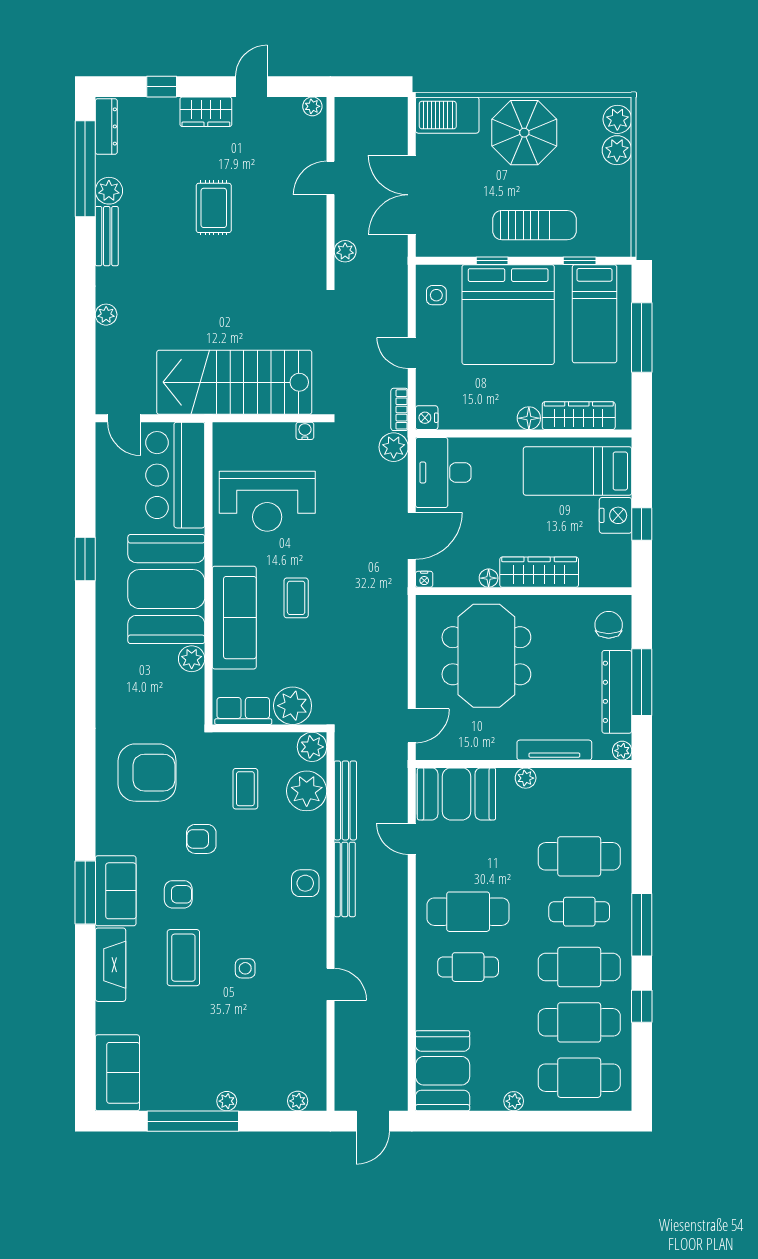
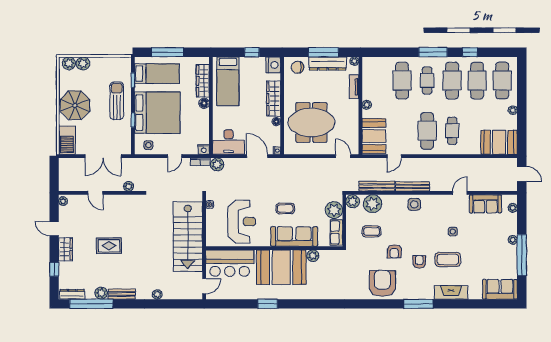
nightstand: (616, 515) -> (273, 65), moved, turned 90
tv unit: (554, 750) -> (354, 87), width x0.71
armchair: (147, 773) -> (382, 283), moved
sofa: (116, 891) -> (485, 204), moved, turned 180

